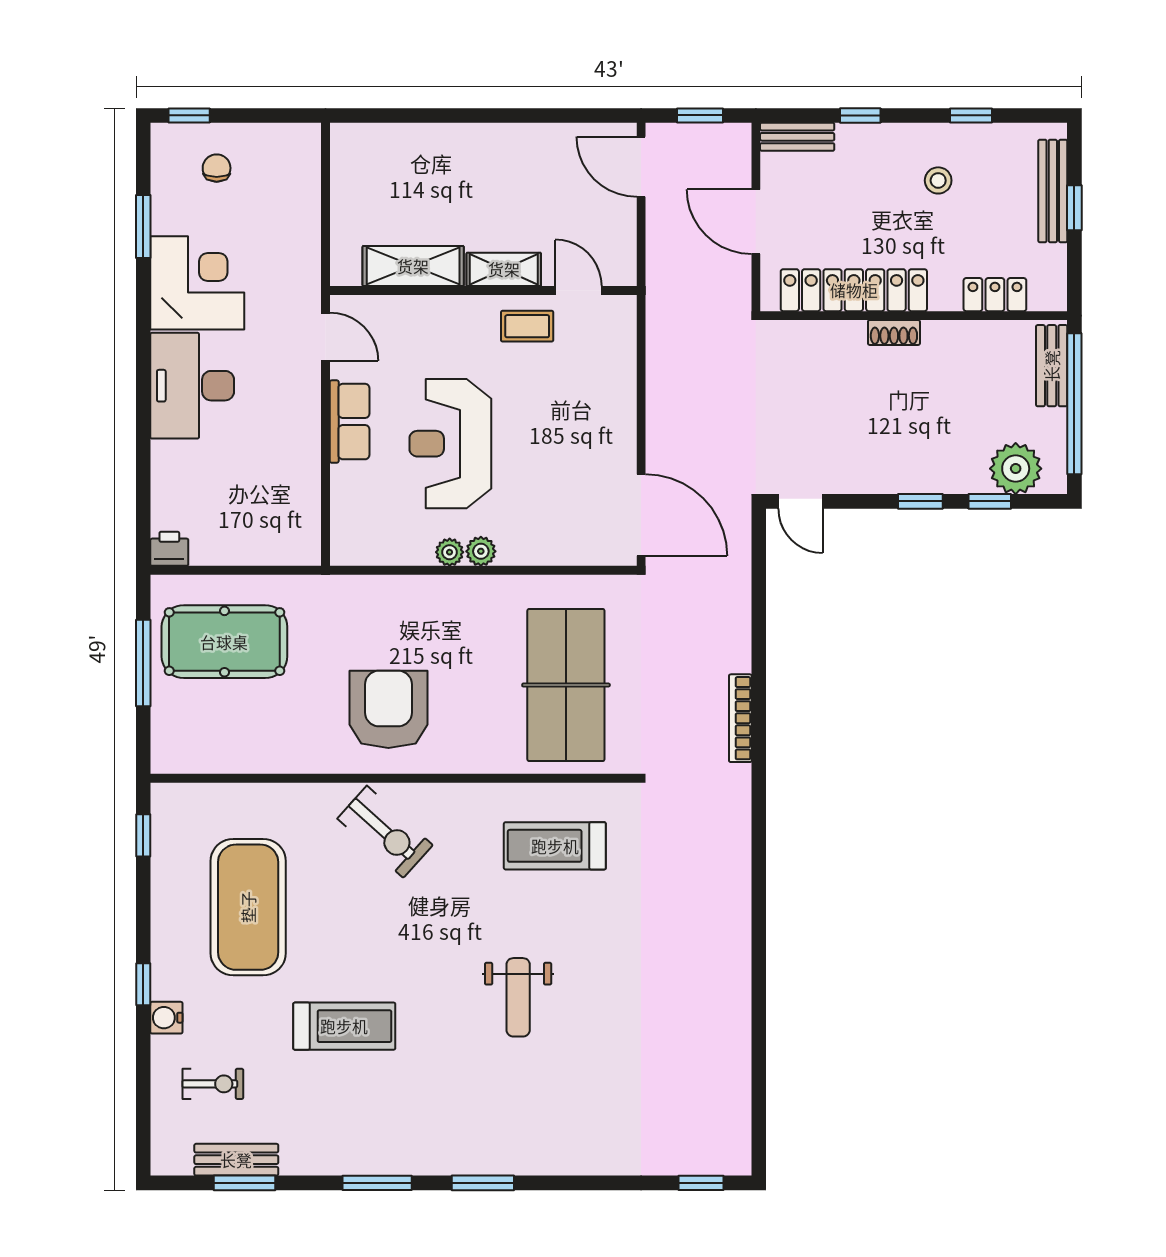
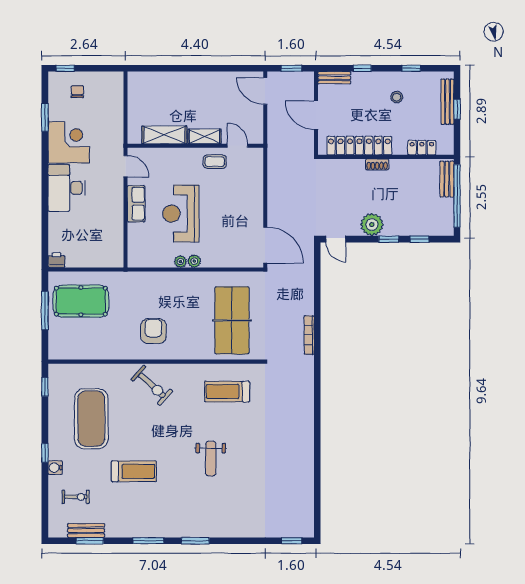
plant: (1016, 469) -> (372, 225), moved
armchair: (388, 709) -> (153, 331), width x0.73, depth x0.73

